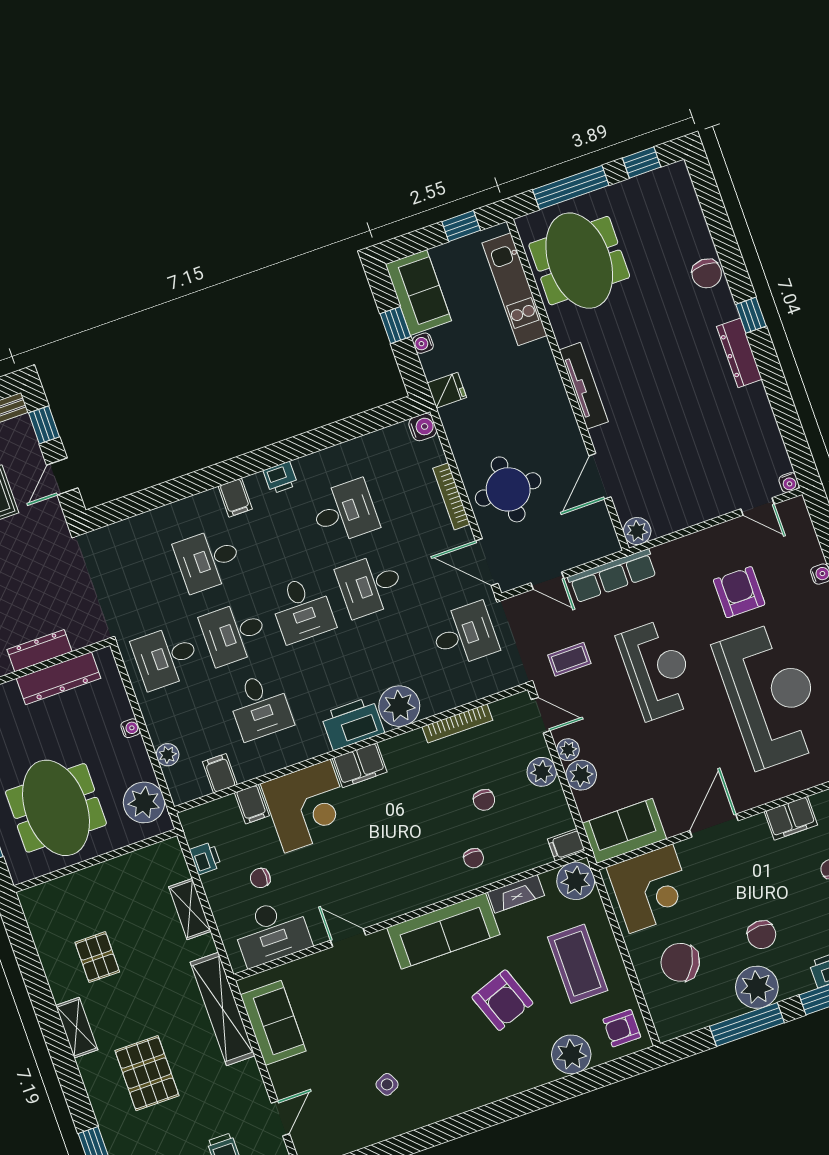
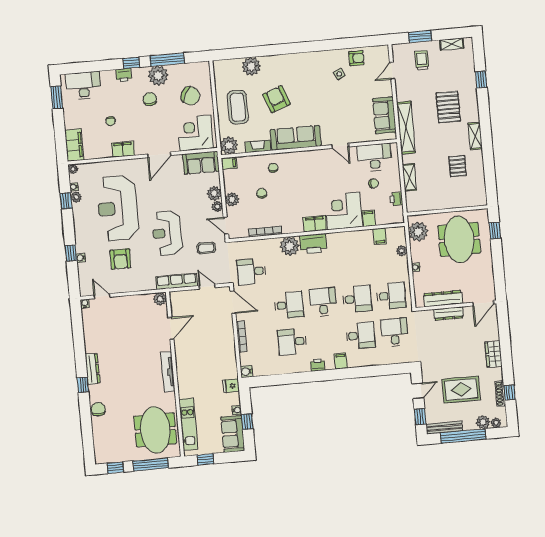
round table: (508, 489) -> (215, 333), removed
desk: (260, 706) -> (395, 332), moved
armchair: (622, 1028) -> (356, 58), moved

